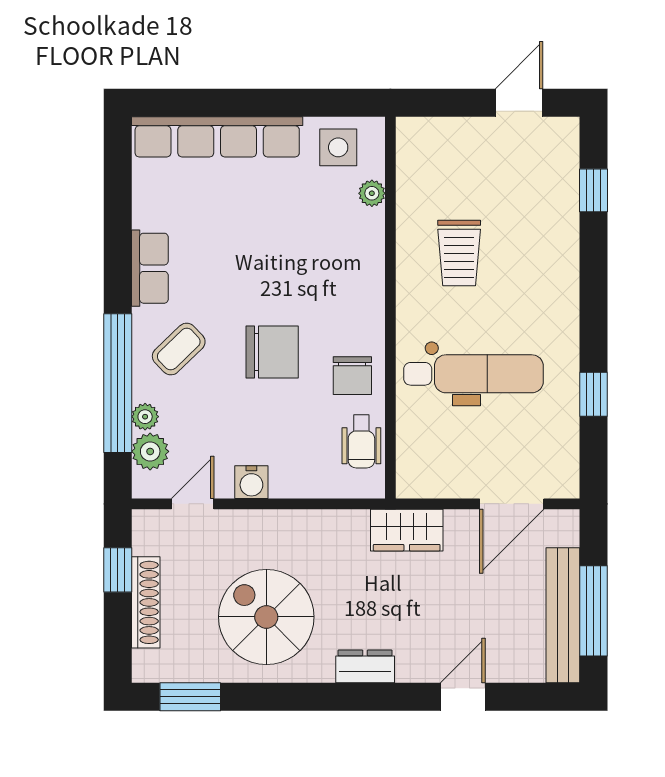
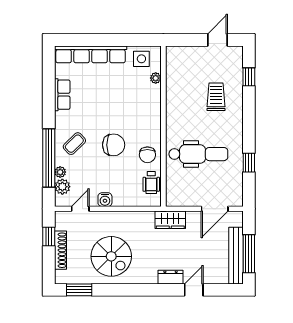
trolley: (459, 253) -> (216, 97), moved, turned 180
row of seats: (150, 268) -> (62, 95), moved
spiral stairs: (266, 617) -> (111, 256), turned 180
dresser: (365, 666) -> (171, 277), moved

